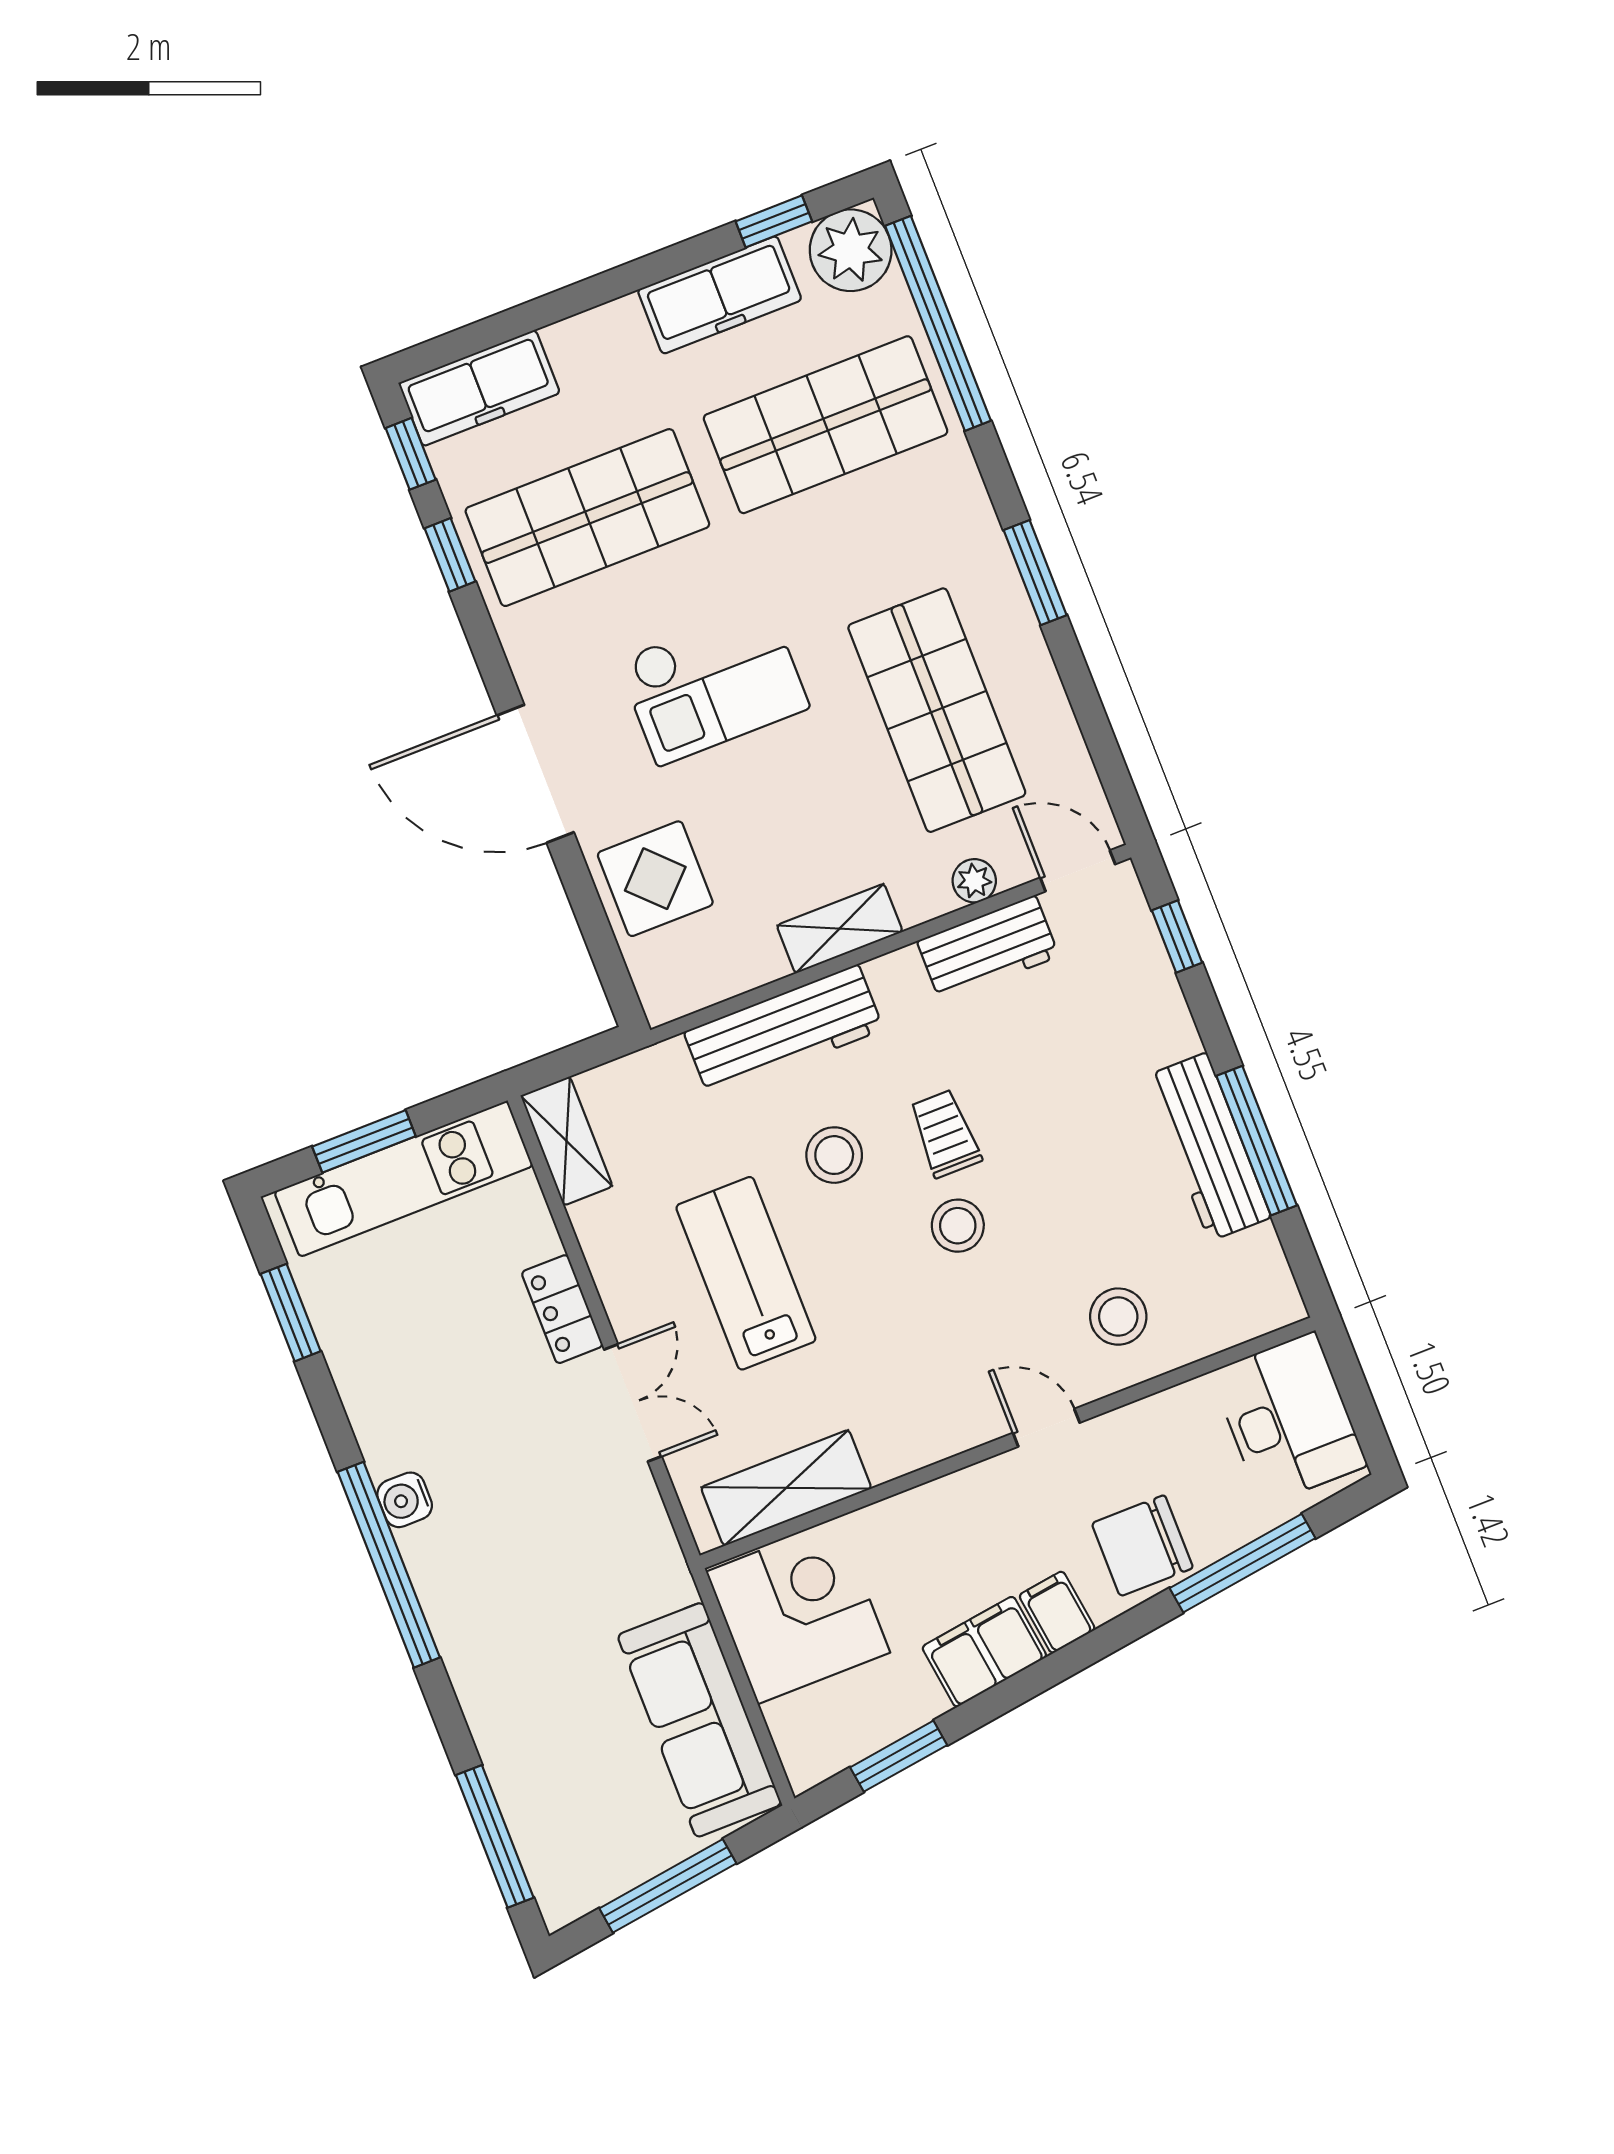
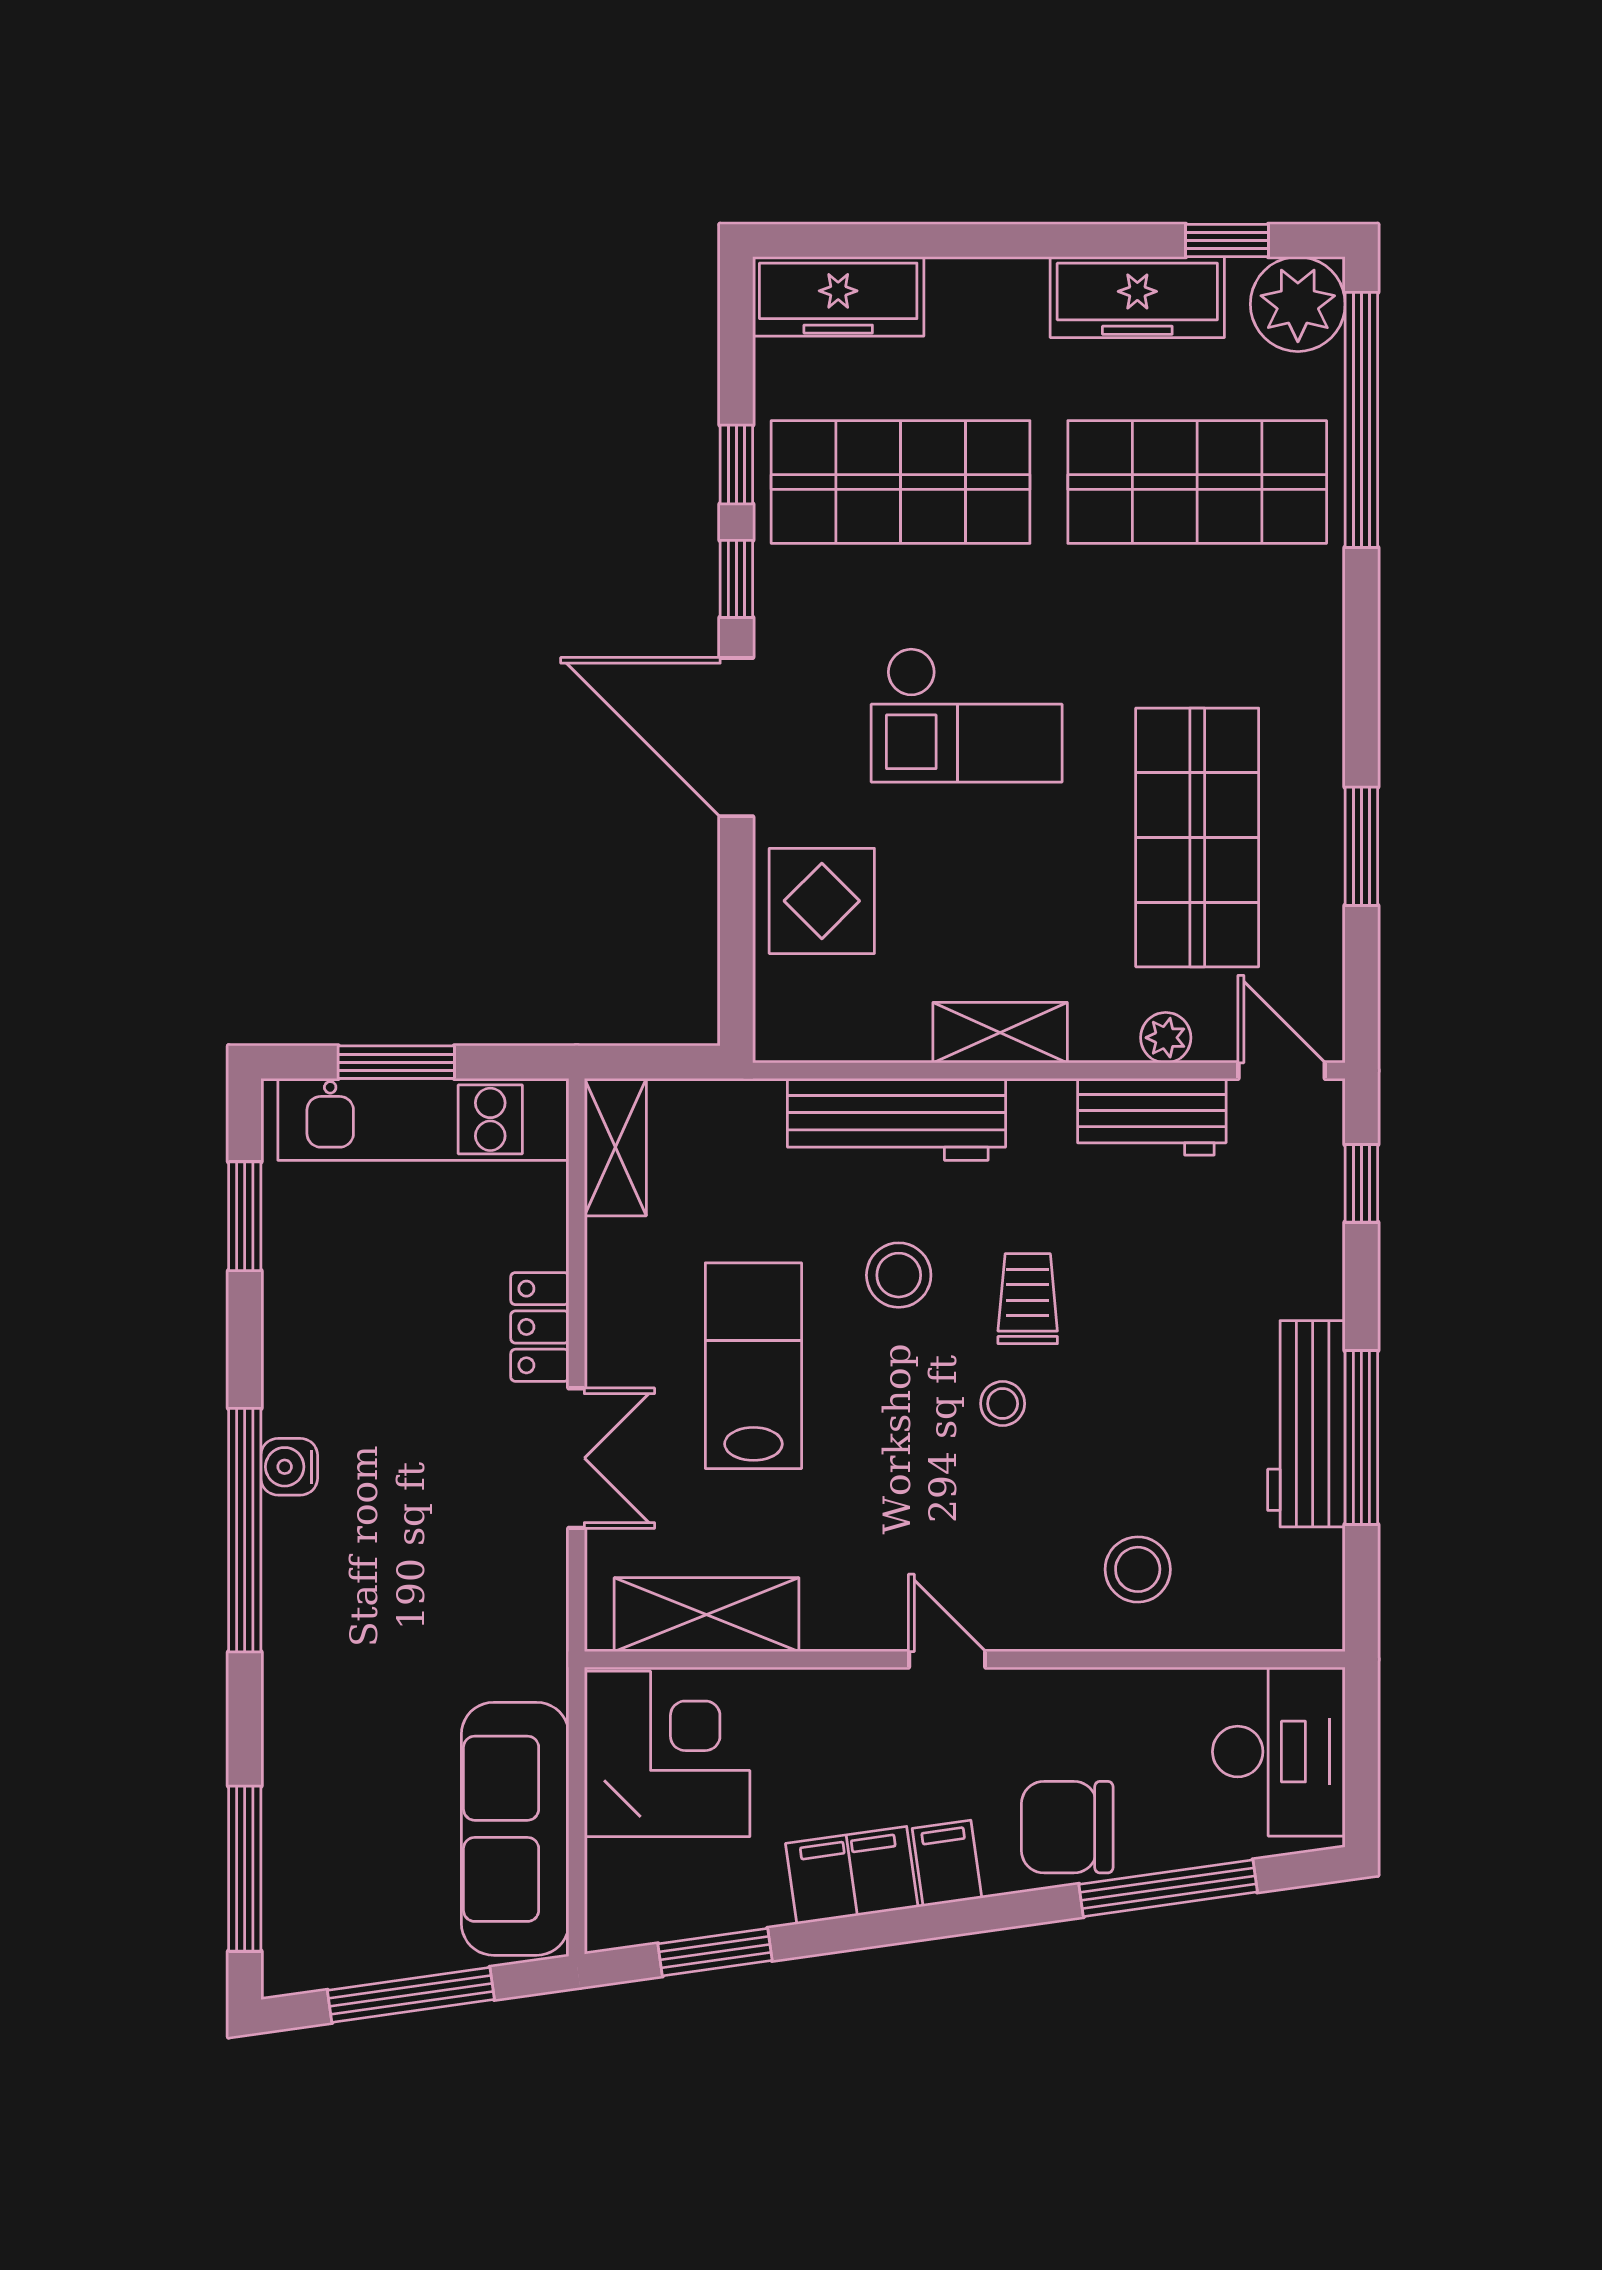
window: (411, 454) -> (736, 579), moved
window: (1035, 573) -> (1361, 846), moved
stool: (958, 1226) -> (1003, 1404), width x0.73, depth x0.73
door: (1046, 1428) -> (947, 1659), moved

